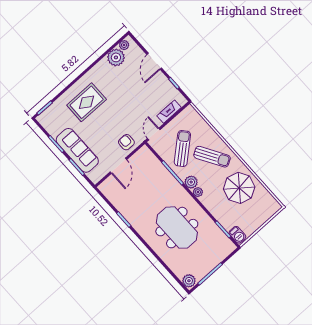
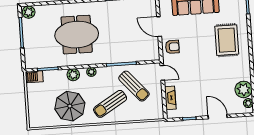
plant: (191, 182) -> (73, 75), moved

